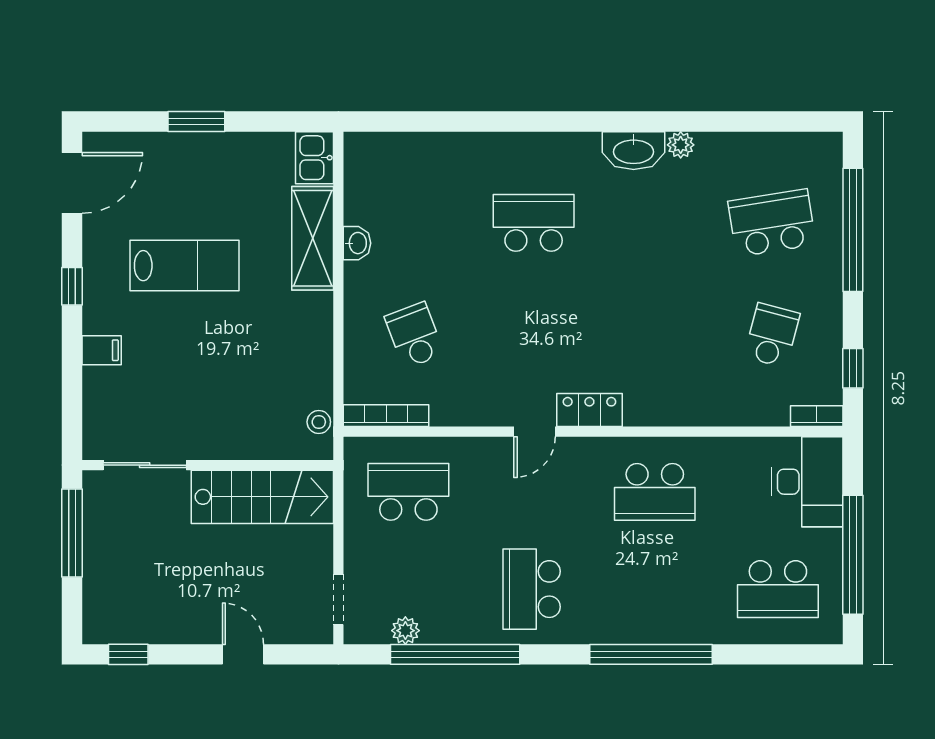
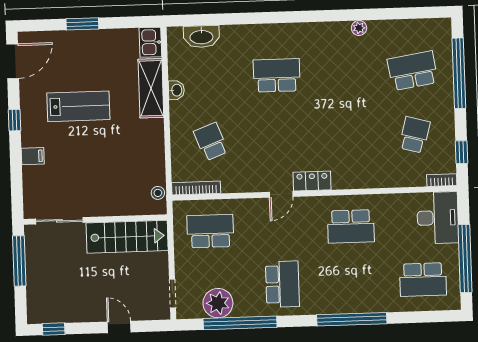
washbasin: (634, 151) -> (201, 37), moved
school desk: (532, 589) -> (282, 284), turned 180
plant: (405, 631) -> (218, 303), width x1.88, depth x1.88

